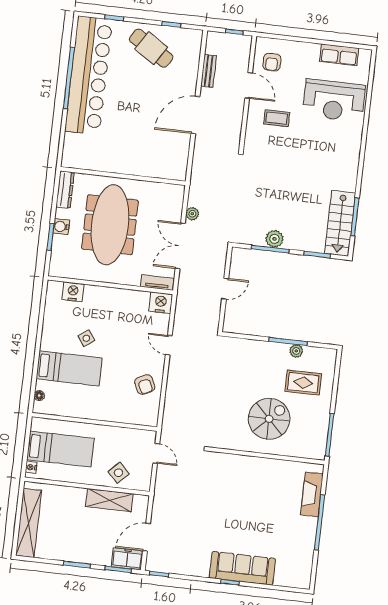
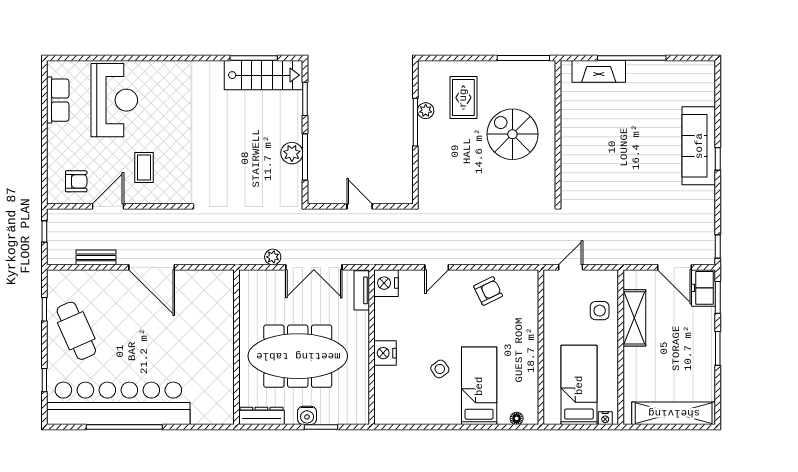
cafe table: (151, 48) -> (76, 331), turned -56
nightstand: (73, 292) -> (385, 353), moved
side table: (119, 473) -> (600, 311), turned 45

